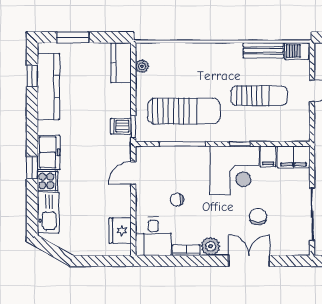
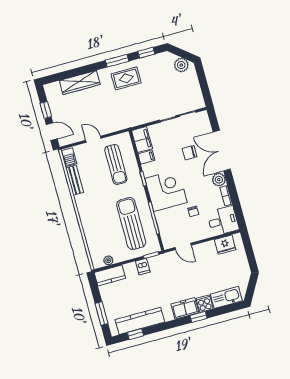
sun lounger: (259, 96) -> (116, 164), moved, turned 180
dishwasher: (121, 126) -> (143, 267), moved
corner desk: (235, 170) -> (166, 190), moved
double door: (249, 261) -> (222, 151), width x1.37

